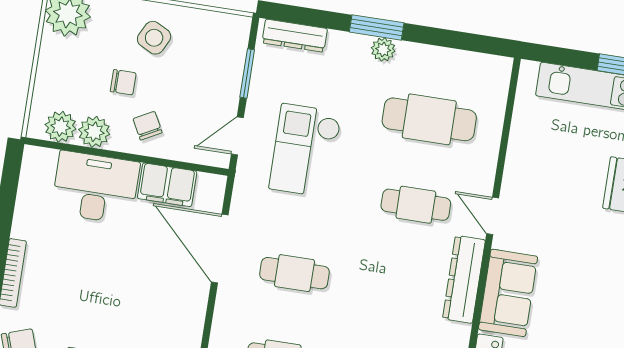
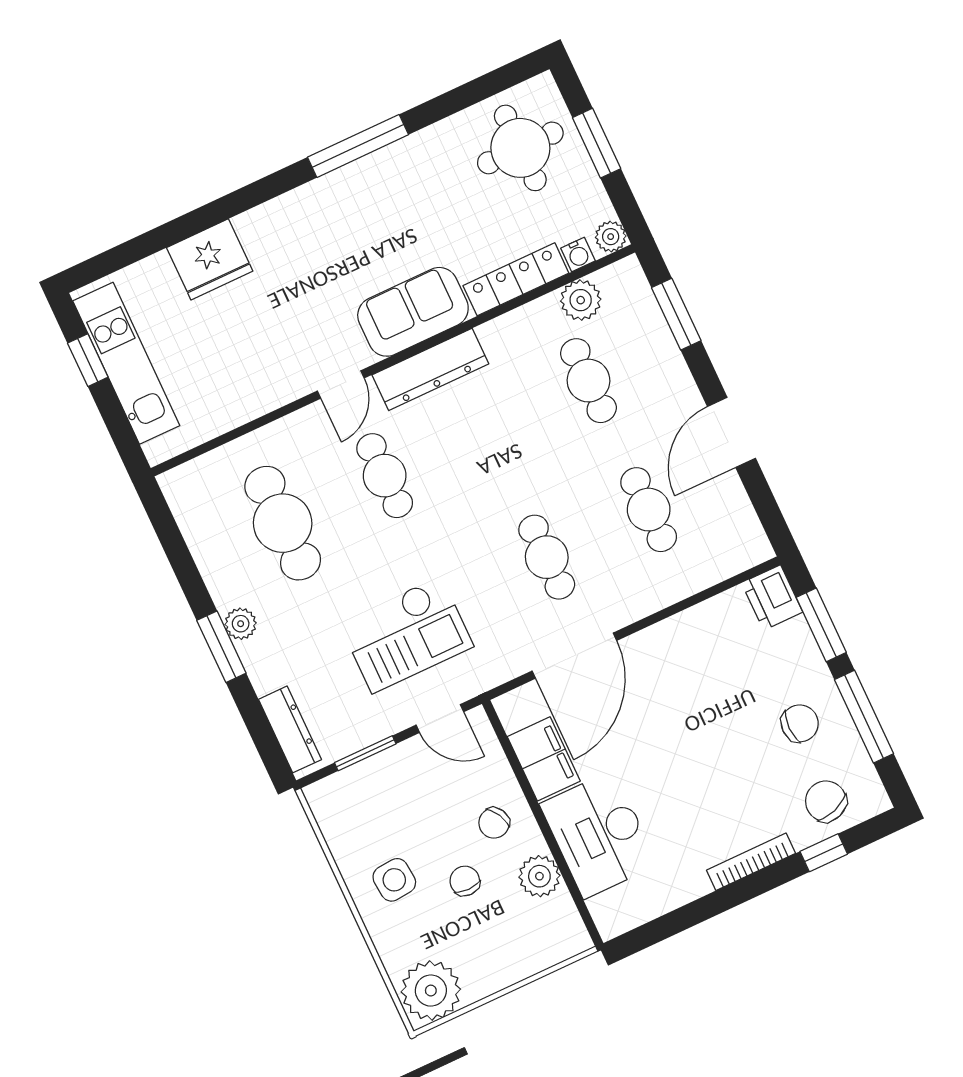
side table: (154, 38) -> (394, 880), turned -32
plant: (61, 127) -> (558, 916), removed

